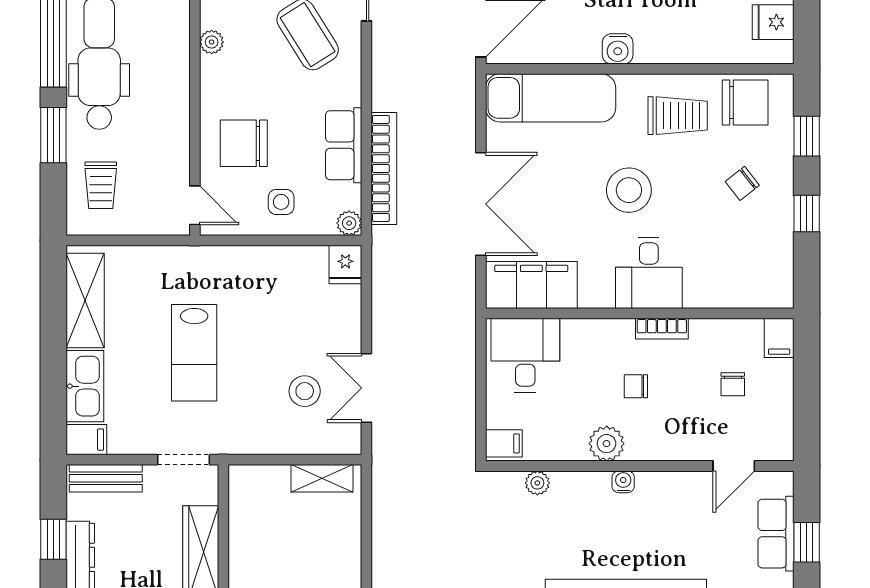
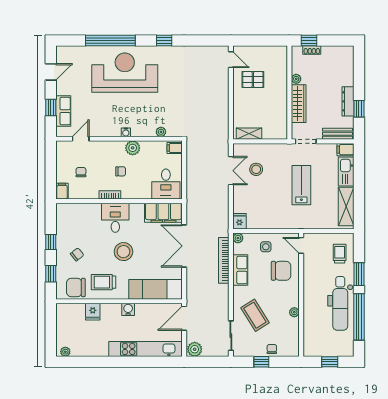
fridge: (773, 22) -> (93, 312), moved, turned 90

